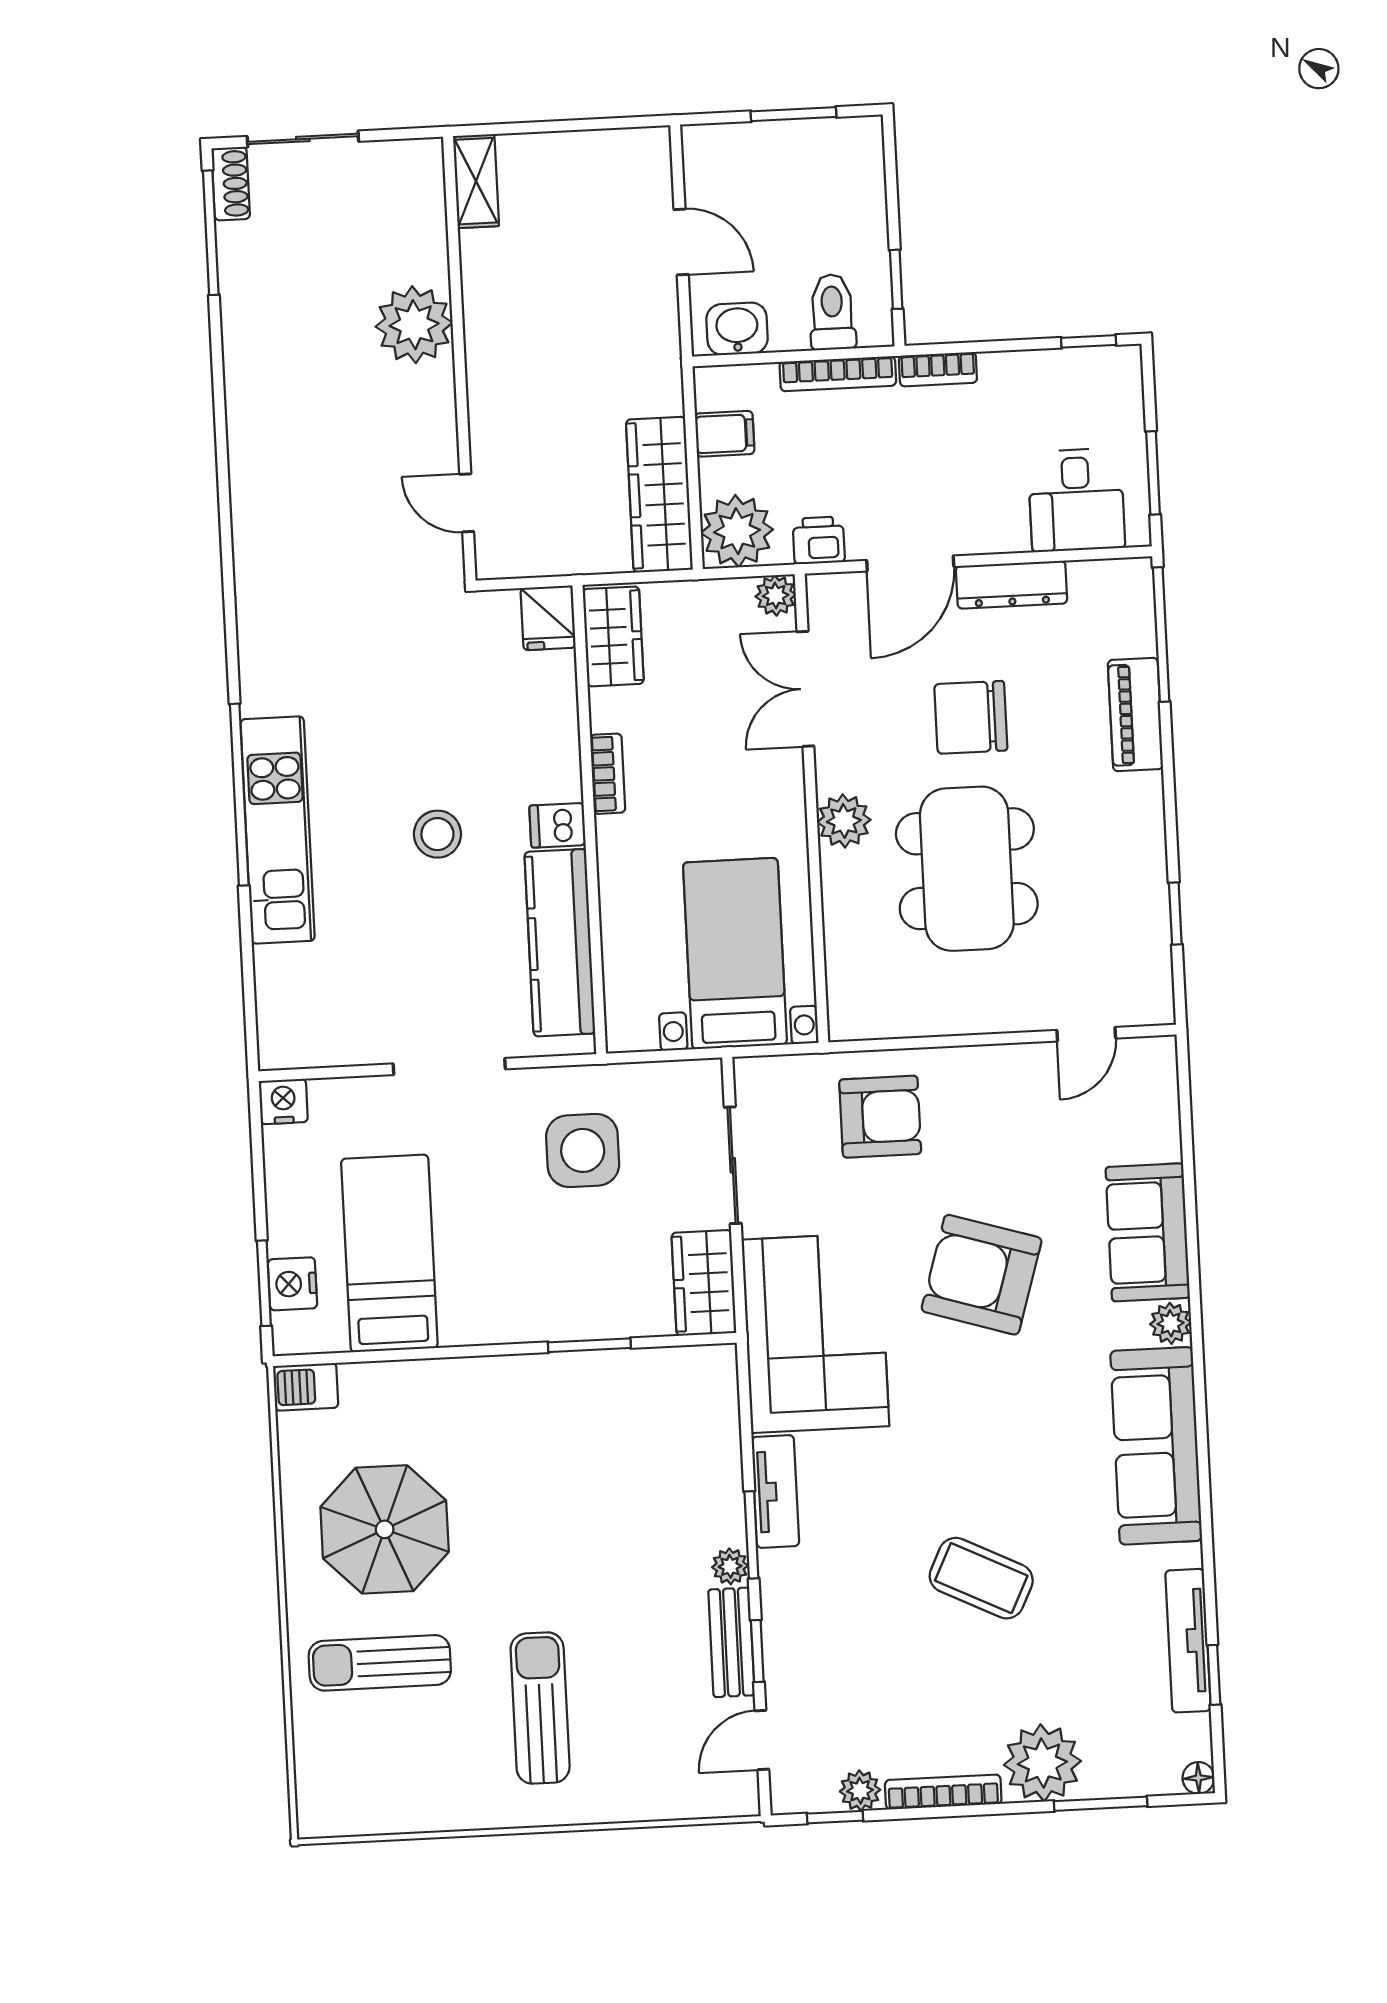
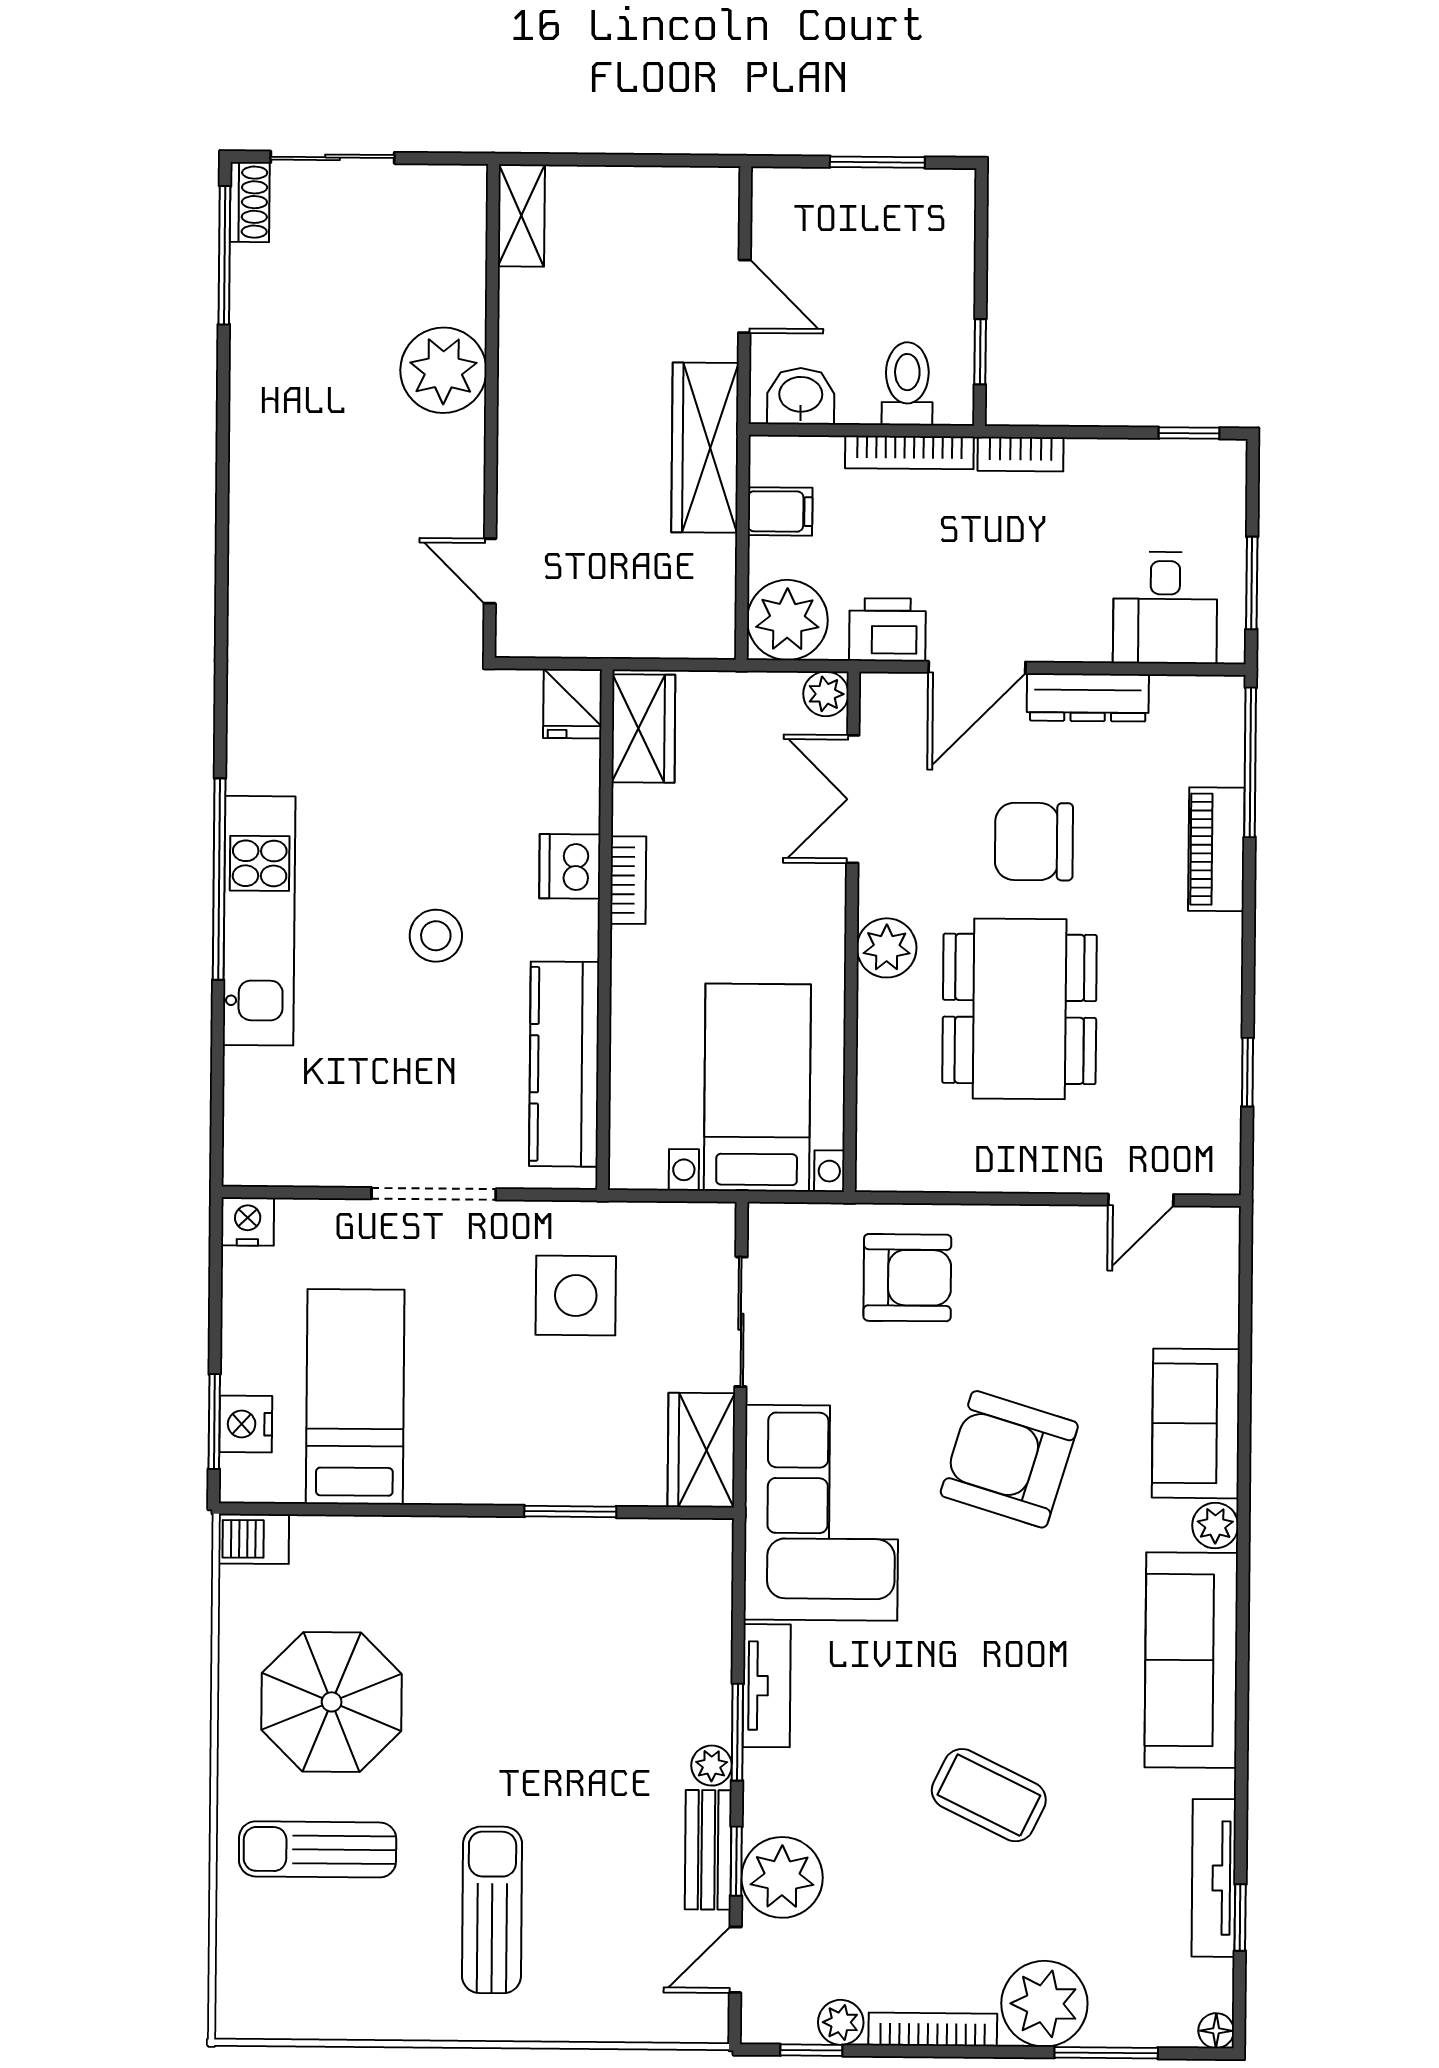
wardrobe: (659, 495) -> (705, 448), moved
printer: (819, 540) -> (887, 630), width x1.36, depth x1.24
dishwasher: (557, 825) -> (570, 866), moved, width x1.38
plant: (799, 1663) -> (782, 1877), added

